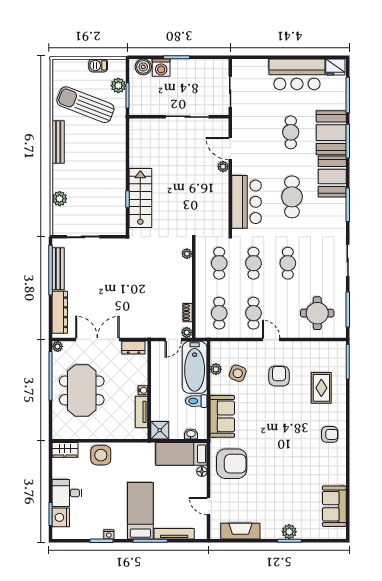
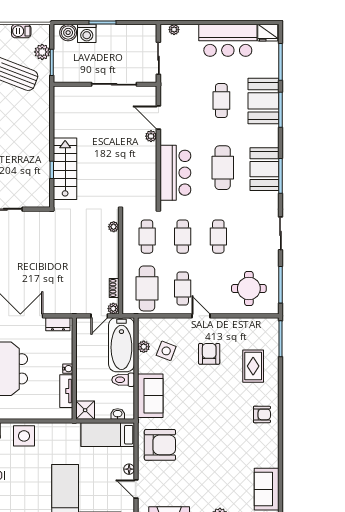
plant: (245, 64) -> (174, 30), added
booth: (332, 176) -> (264, 169), moved
cafe table: (219, 313) -> (147, 288), width x1.37, depth x1.35
floor lamp: (202, 472) -> (129, 469), moved

